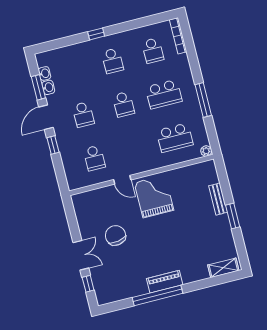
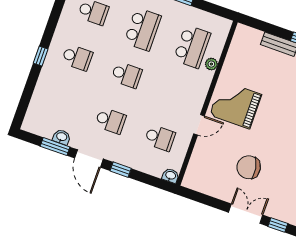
washbasin: (45, 73) -> (171, 176), moved
plant: (206, 151) -> (211, 64), moved

